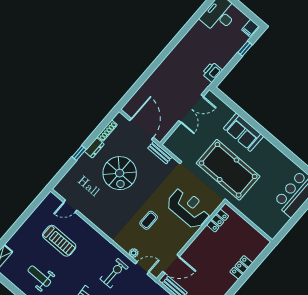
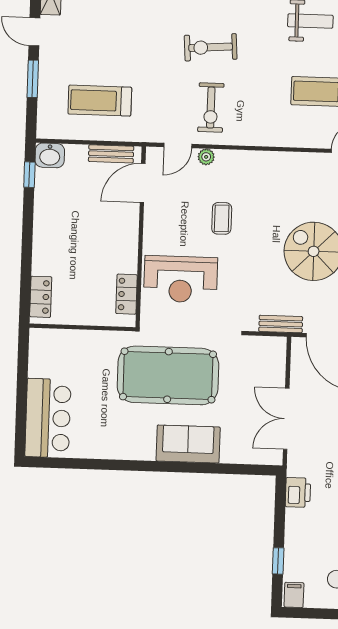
locker: (241, 267) -> (41, 297), moved

